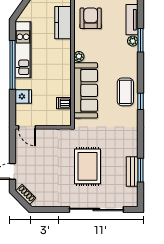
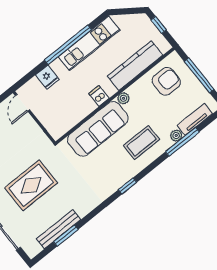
kitchen counter: (63, 23) -> (135, 66), width x1.50
window: (140, 40) -> (182, 142), width x1.44
coffee table: (125, 92) -> (141, 142), moved
dishwasher: (64, 103) -> (99, 96), moved
bench: (132, 172) -> (59, 229), width x1.36

